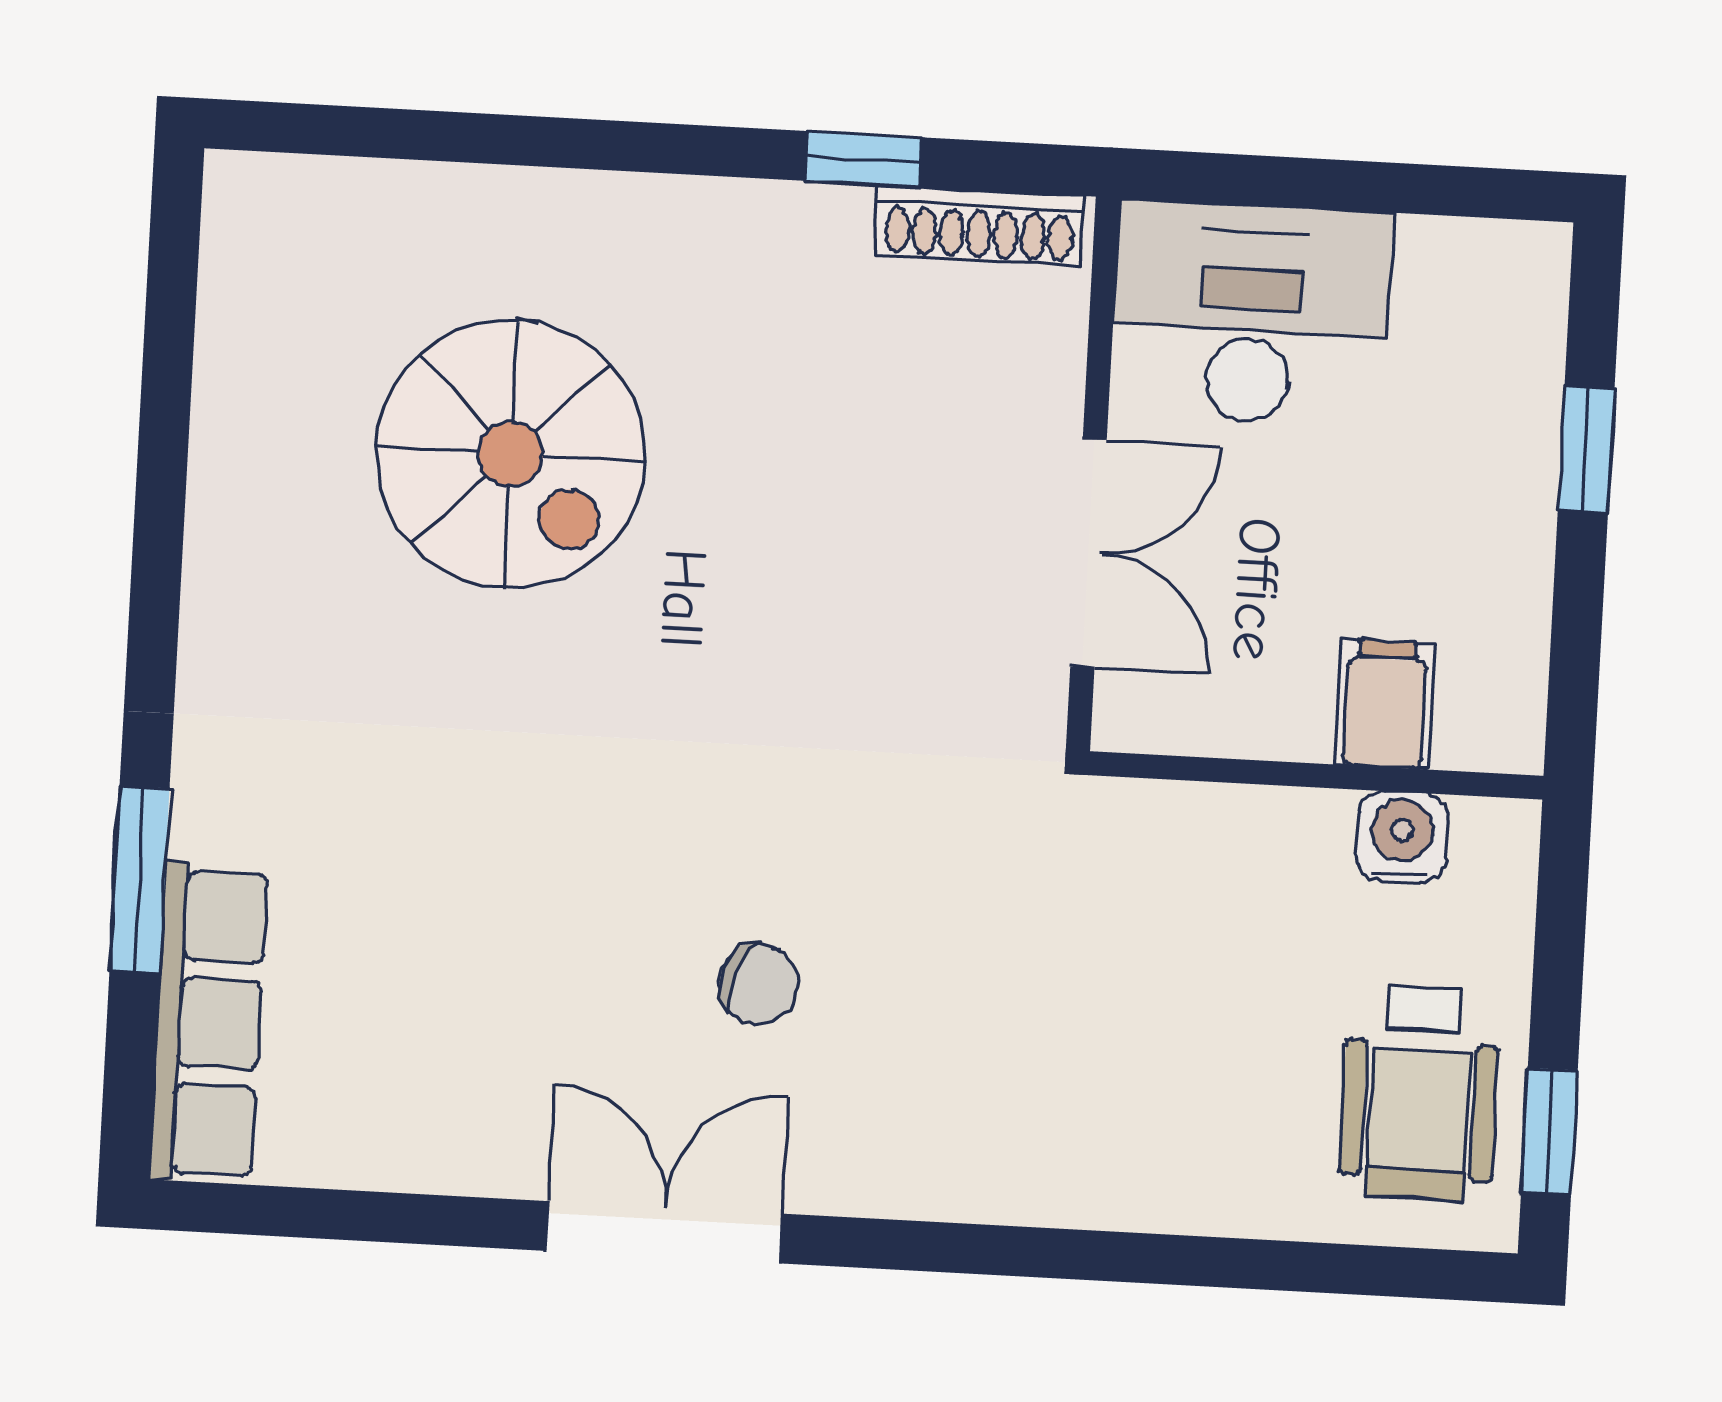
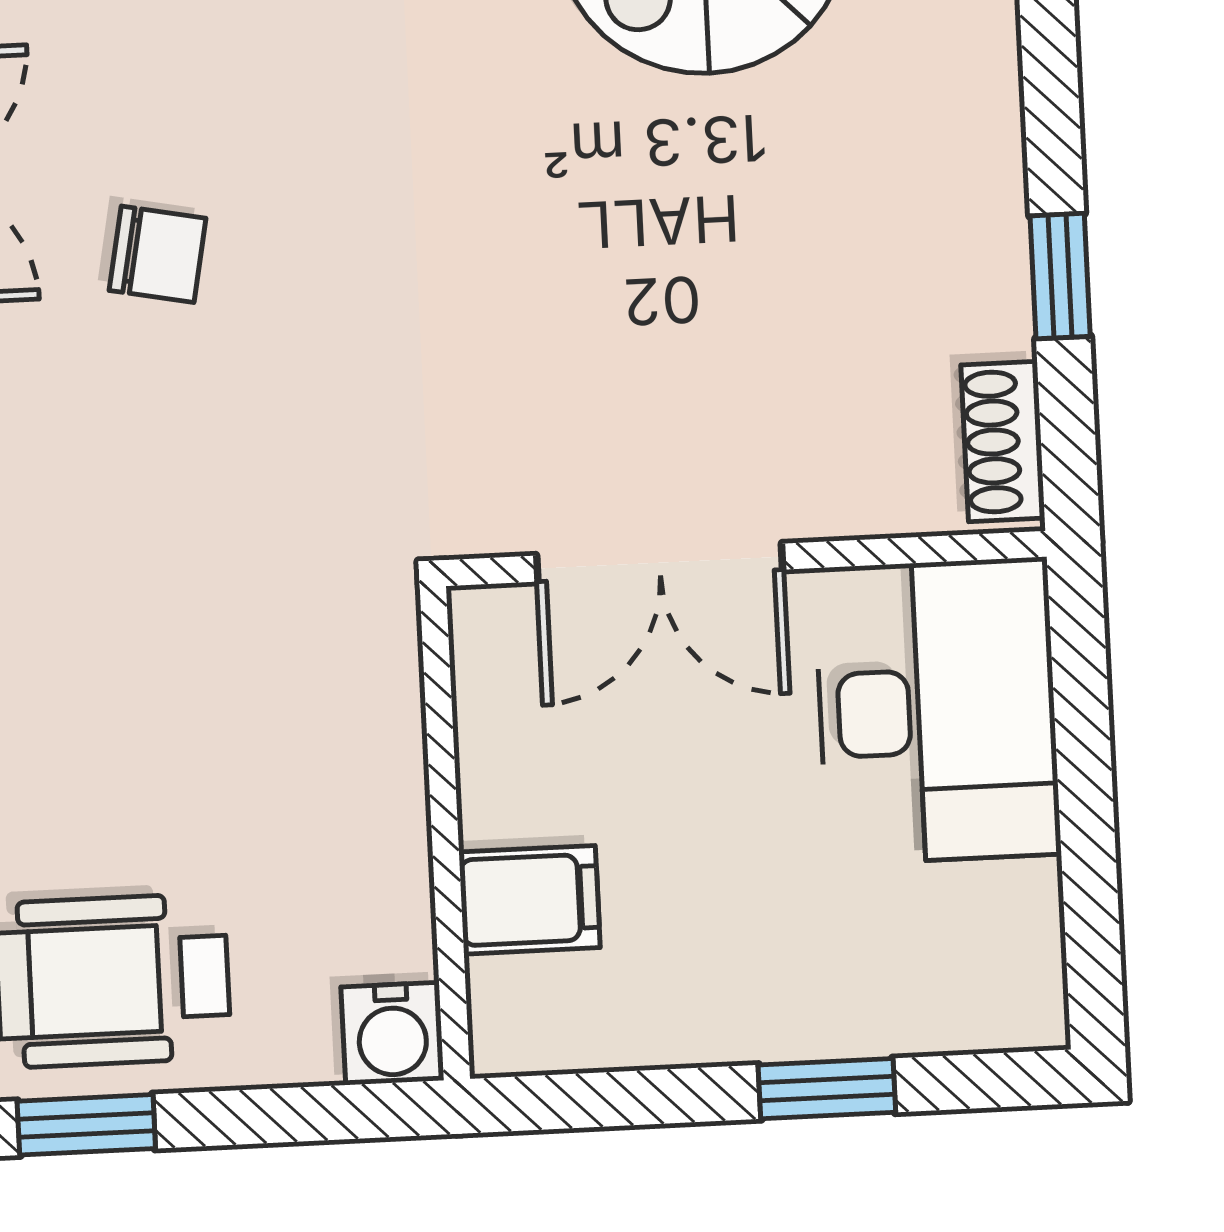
shoe rack: (979, 225) -> (1003, 442), width x0.70
water cooler: (1402, 837) -> (392, 1034), moved, turned 90
chair: (759, 984) -> (158, 254), turned -99

